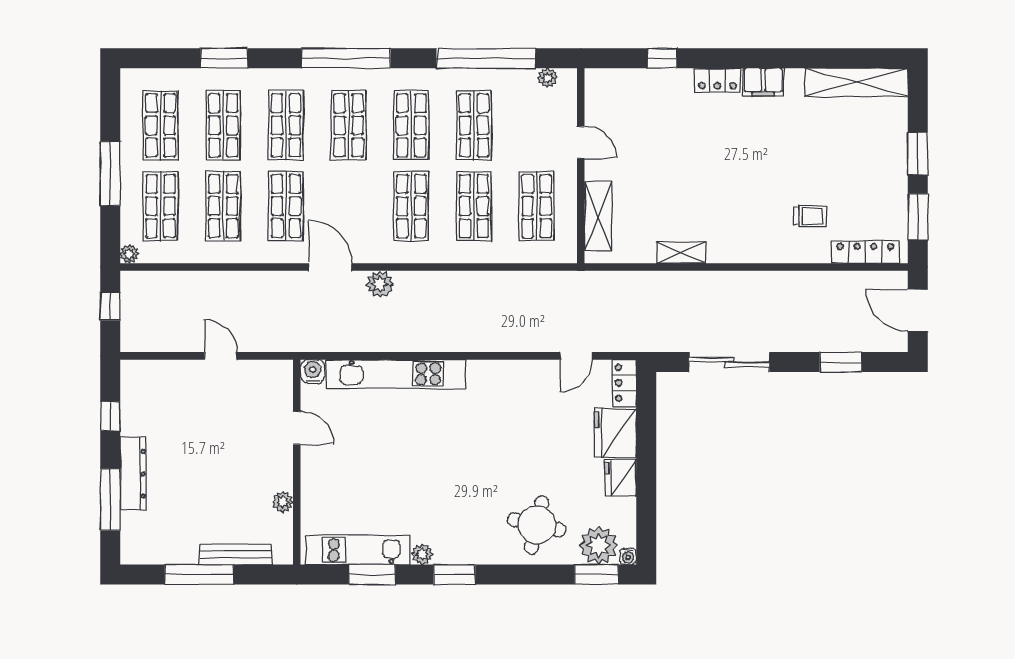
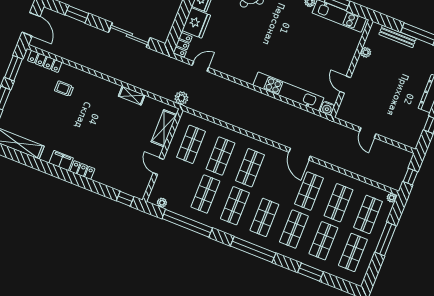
window: (662, 58) -> (125, 199), moved
plant: (380, 284) -> (181, 98), moved

